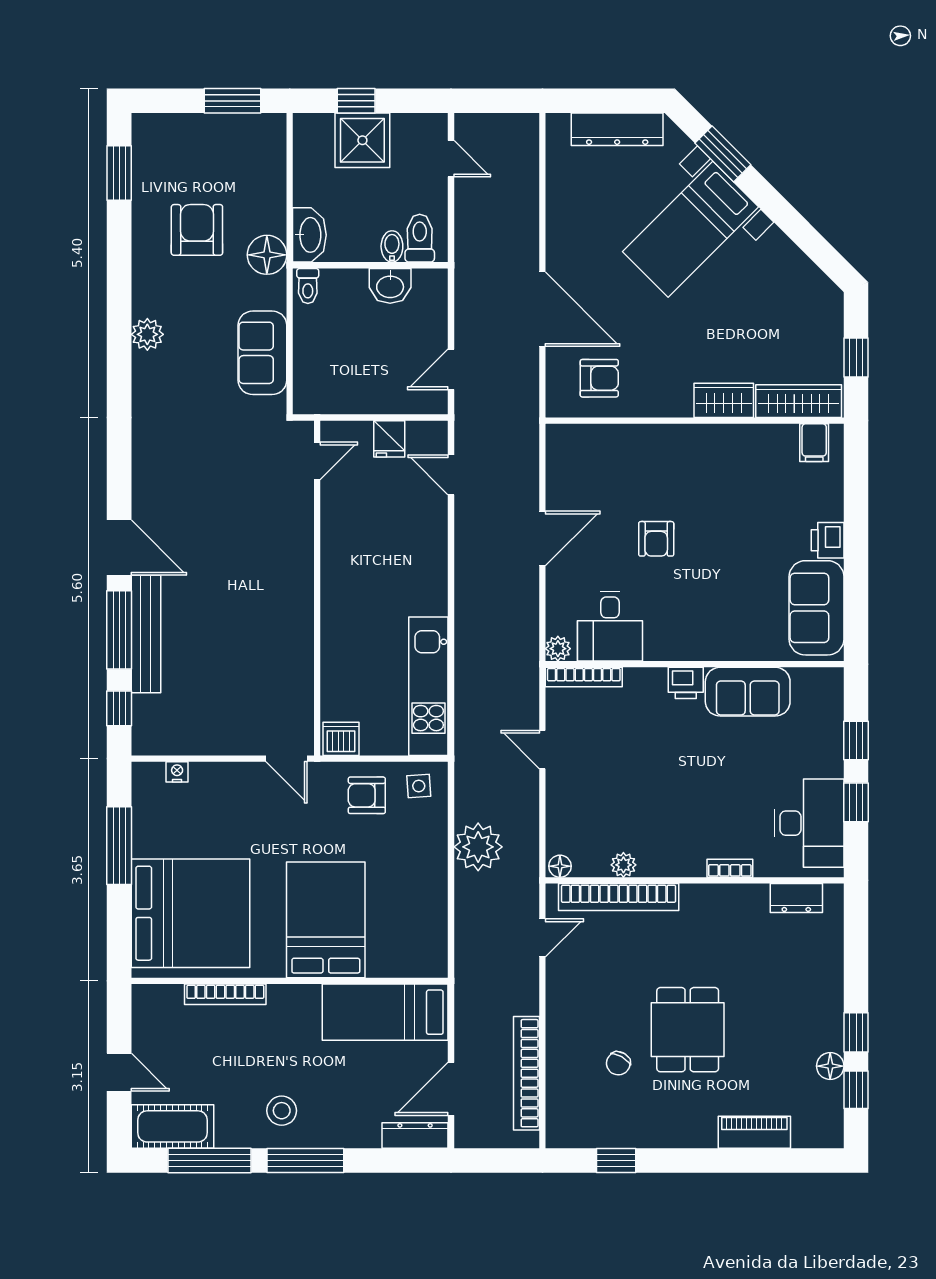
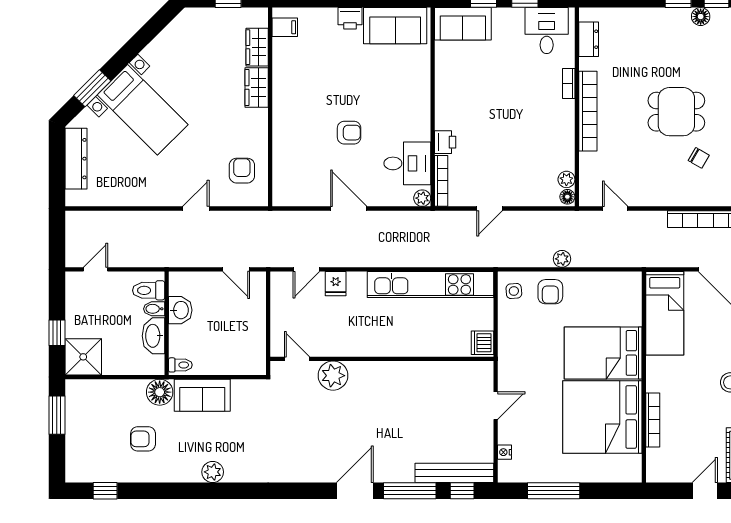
shower: (362, 140) -> (83, 357), moved
window: (119, 173) -> (105, 491), width x0.67
armchair: (197, 230) -> (143, 439), width x0.72, depth x0.72
washbasin: (309, 235) -> (153, 336), moved, turned -90
door: (542, 309) -> (196, 209), width x0.53
sofa: (262, 353) -> (202, 395), moved
wardrobe: (799, 401) -> (257, 47), width x0.67
fridge: (389, 439) -> (336, 284), moved, turned 90
plant: (292, 515) -> (333, 376), added
bench: (146, 634) -> (454, 473), moved
printer: (686, 683) -> (445, 142), moved
kitchen unit: (428, 686) -> (430, 285), width x1.36
sofa: (748, 692) -> (463, 24), moved, turned 90
door: (287, 759) -> (496, 406), moved
armchair: (367, 795) -> (550, 292), moved
desk: (809, 823) -> (547, 31), width x0.73
plant: (478, 847) -> (562, 259), width x0.53, depth x0.53
plant: (623, 865) -> (566, 179), moved
bookcase: (619, 897) -> (588, 111), moved
bed: (190, 913) -> (602, 417), moved, turned -90

